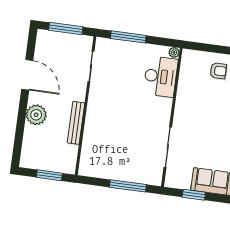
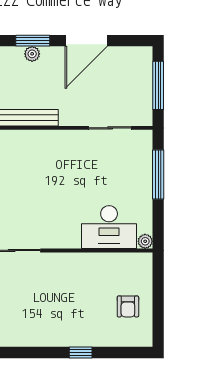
window: (22, 112) -> (33, 41), added
plant: (36, 115) -> (32, 54), width x0.53, depth x0.53

